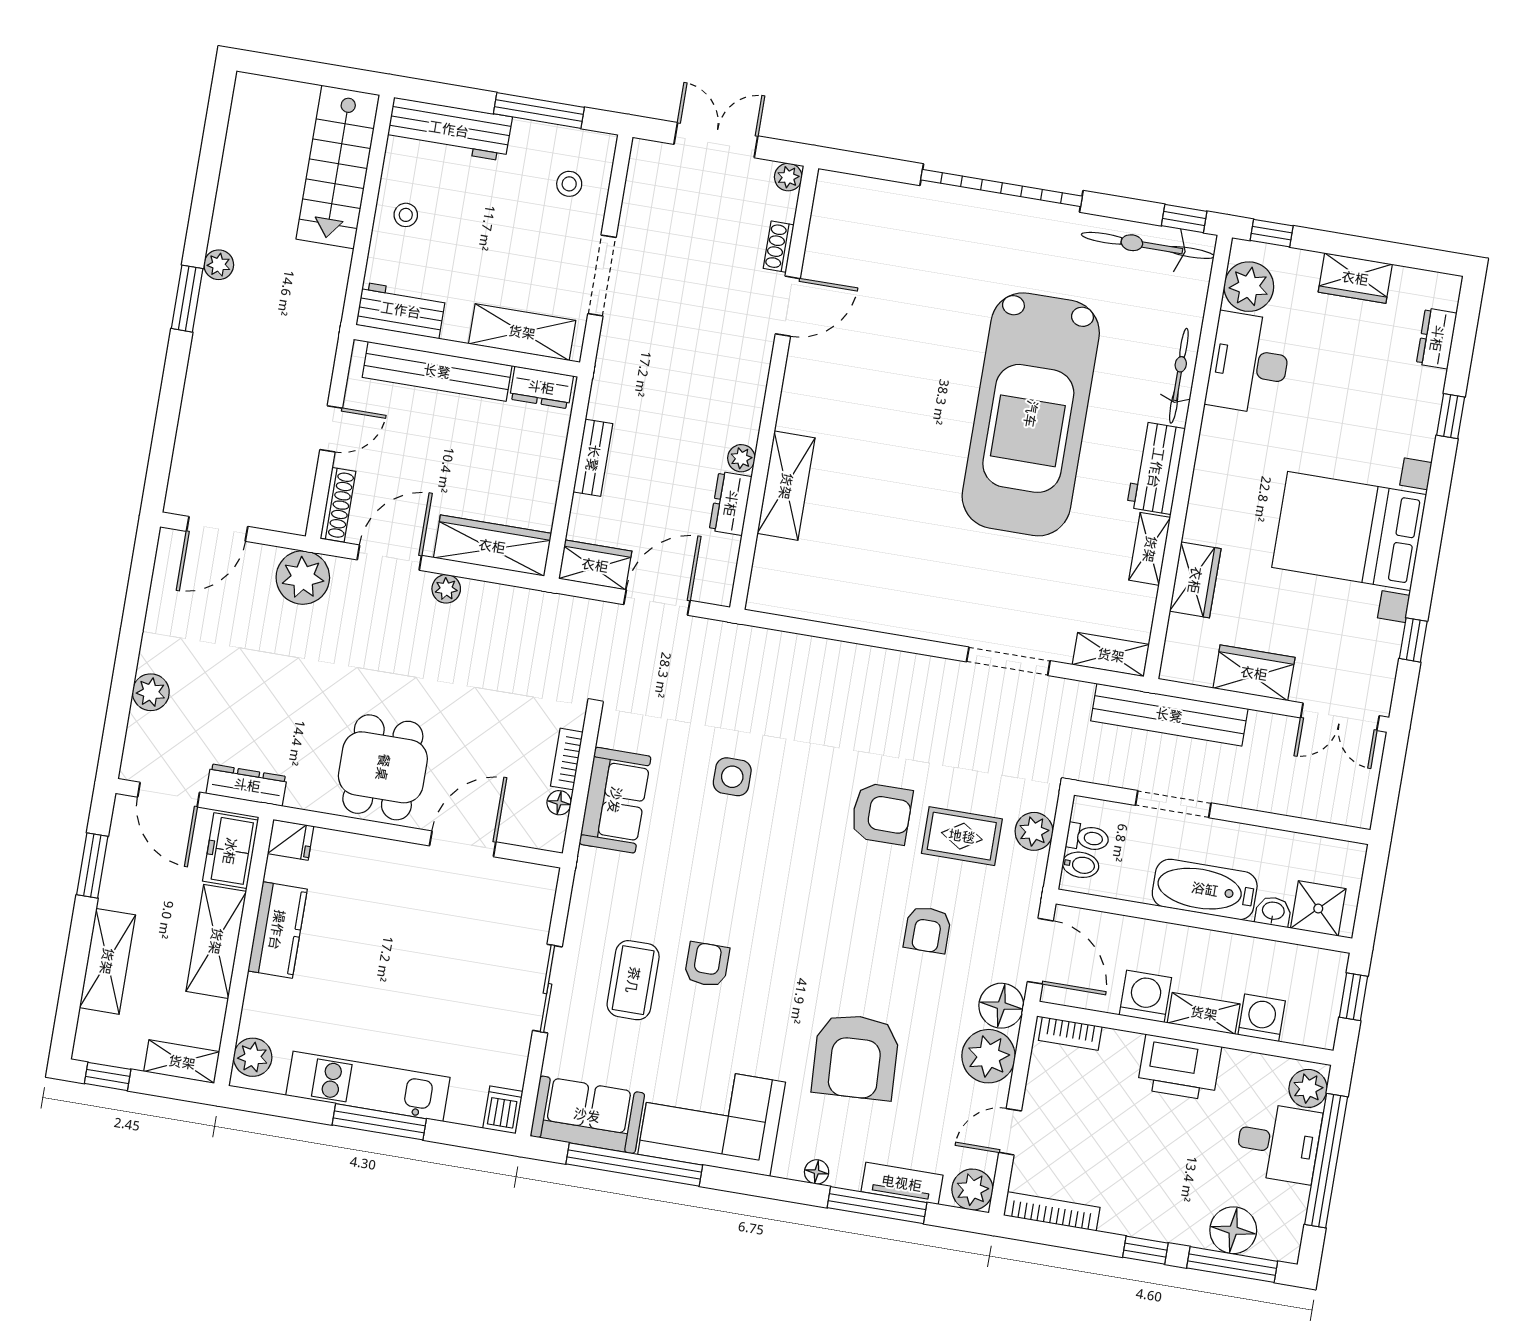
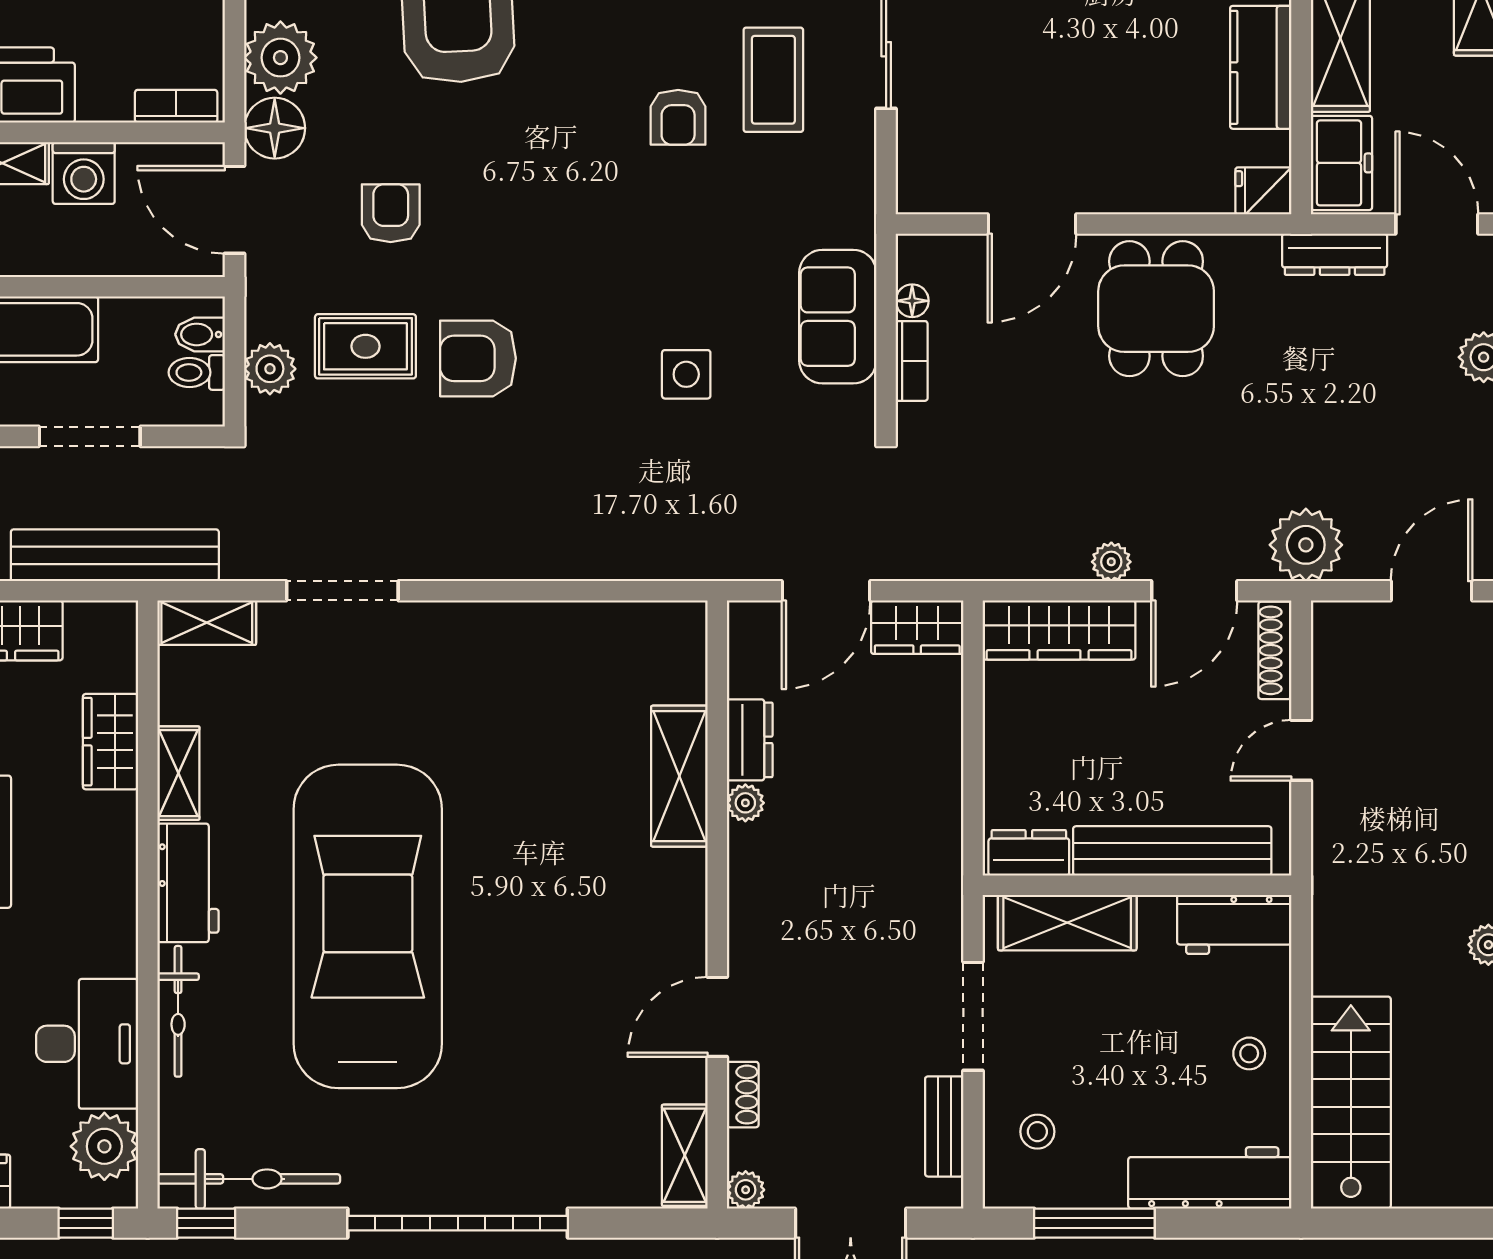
shelving: (828, 210) -> (685, 1155), added
bench: (593, 458) -> (944, 1126), moved

